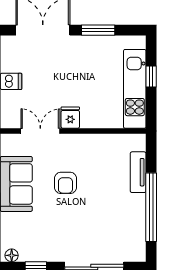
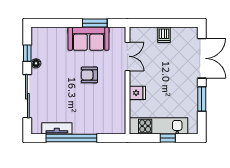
fridge: (70, 118) -> (137, 93), moved
tv unit: (138, 172) -> (57, 128), moved
floor lamp: (12, 255) -> (36, 63), moved

